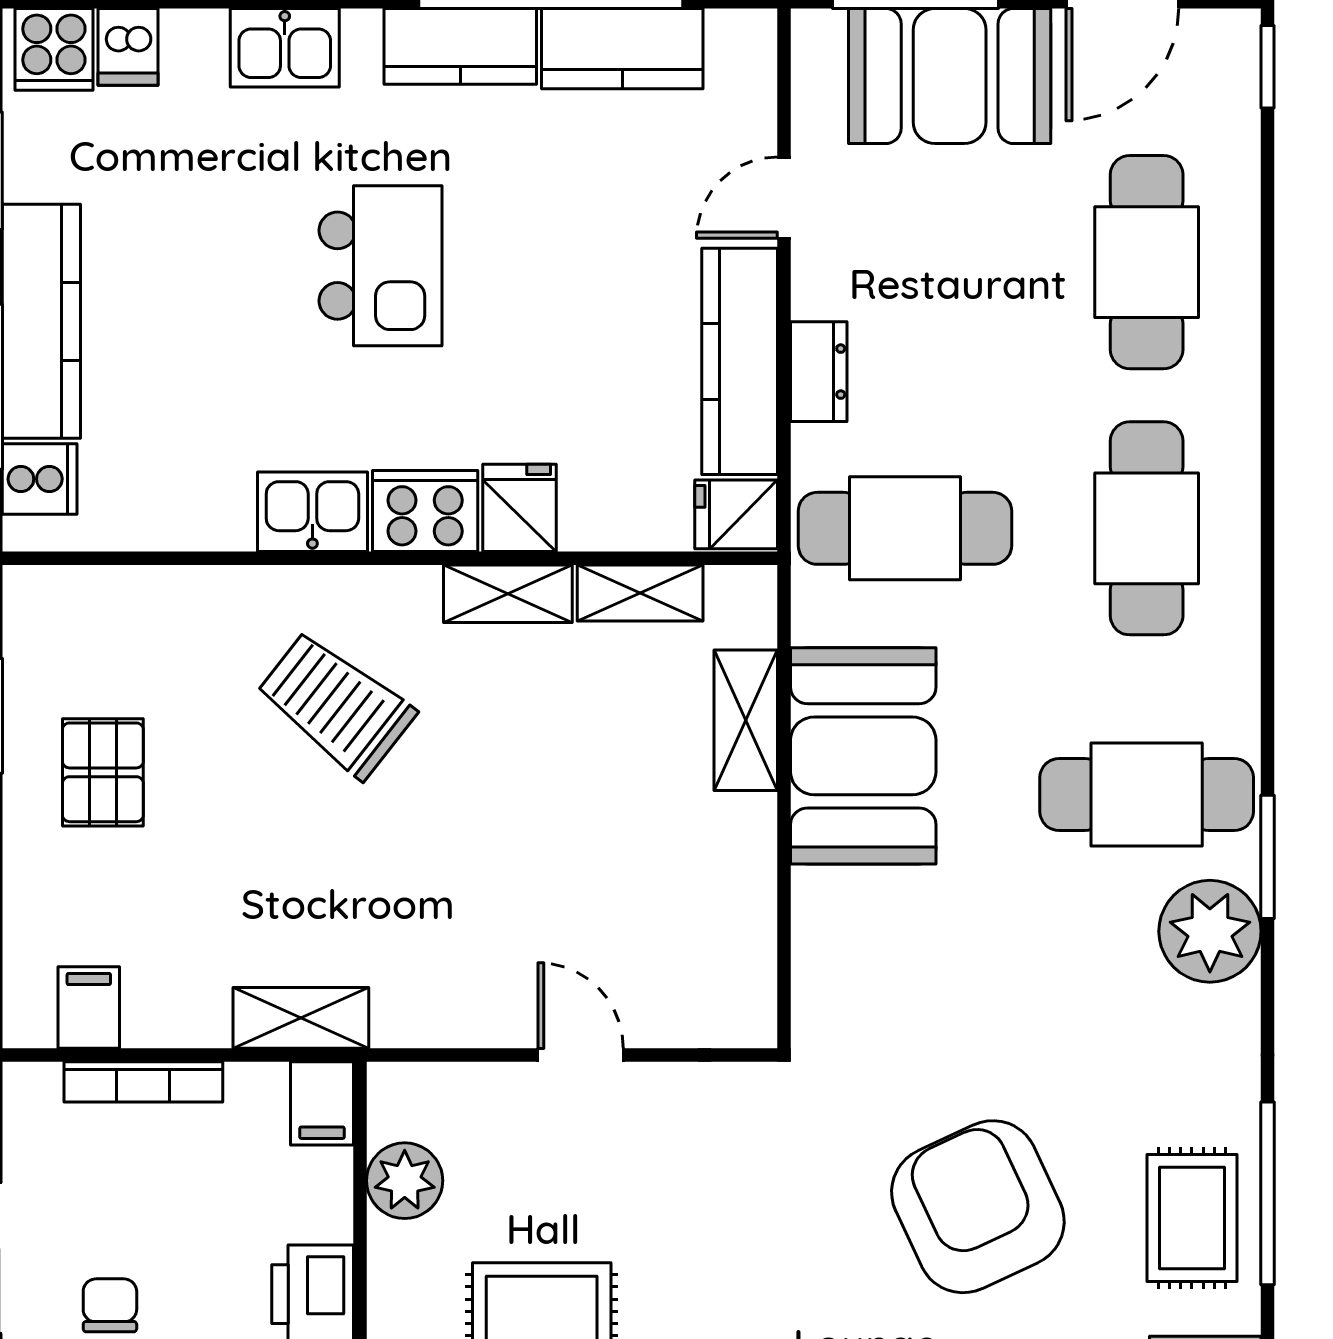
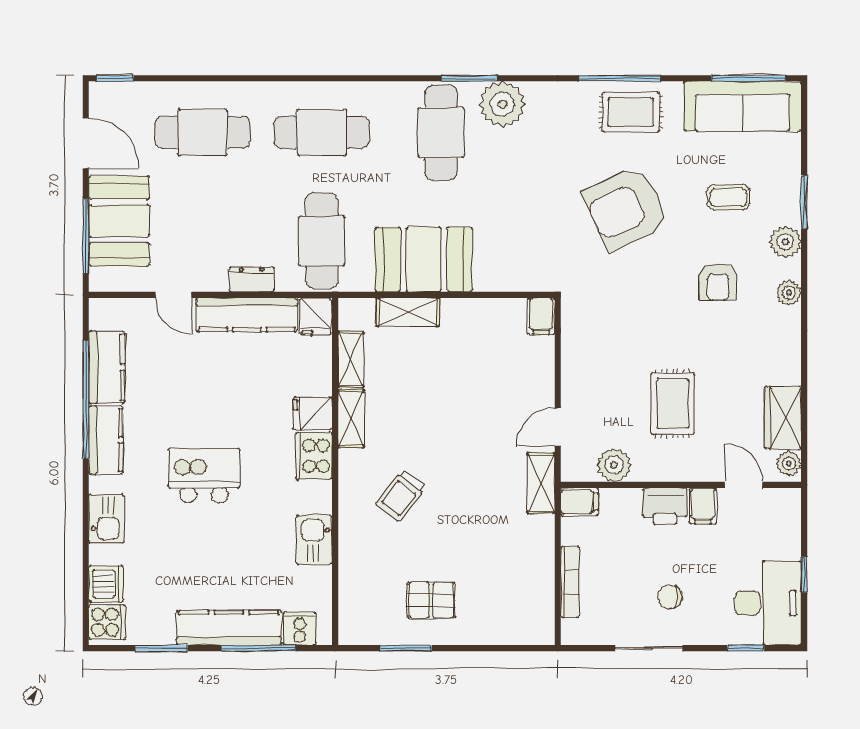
dishwasher: (128, 47) -> (106, 584), width x1.38
kitchen sink: (312, 512) -> (314, 540), moved
trolley: (336, 704) -> (401, 496), width x0.73, depth x0.72
filing cabinet: (89, 1008) -> (541, 316), moved, turned -90
shelving: (301, 1018) -> (541, 483), moved
door: (581, 1055) -> (558, 427), moved

